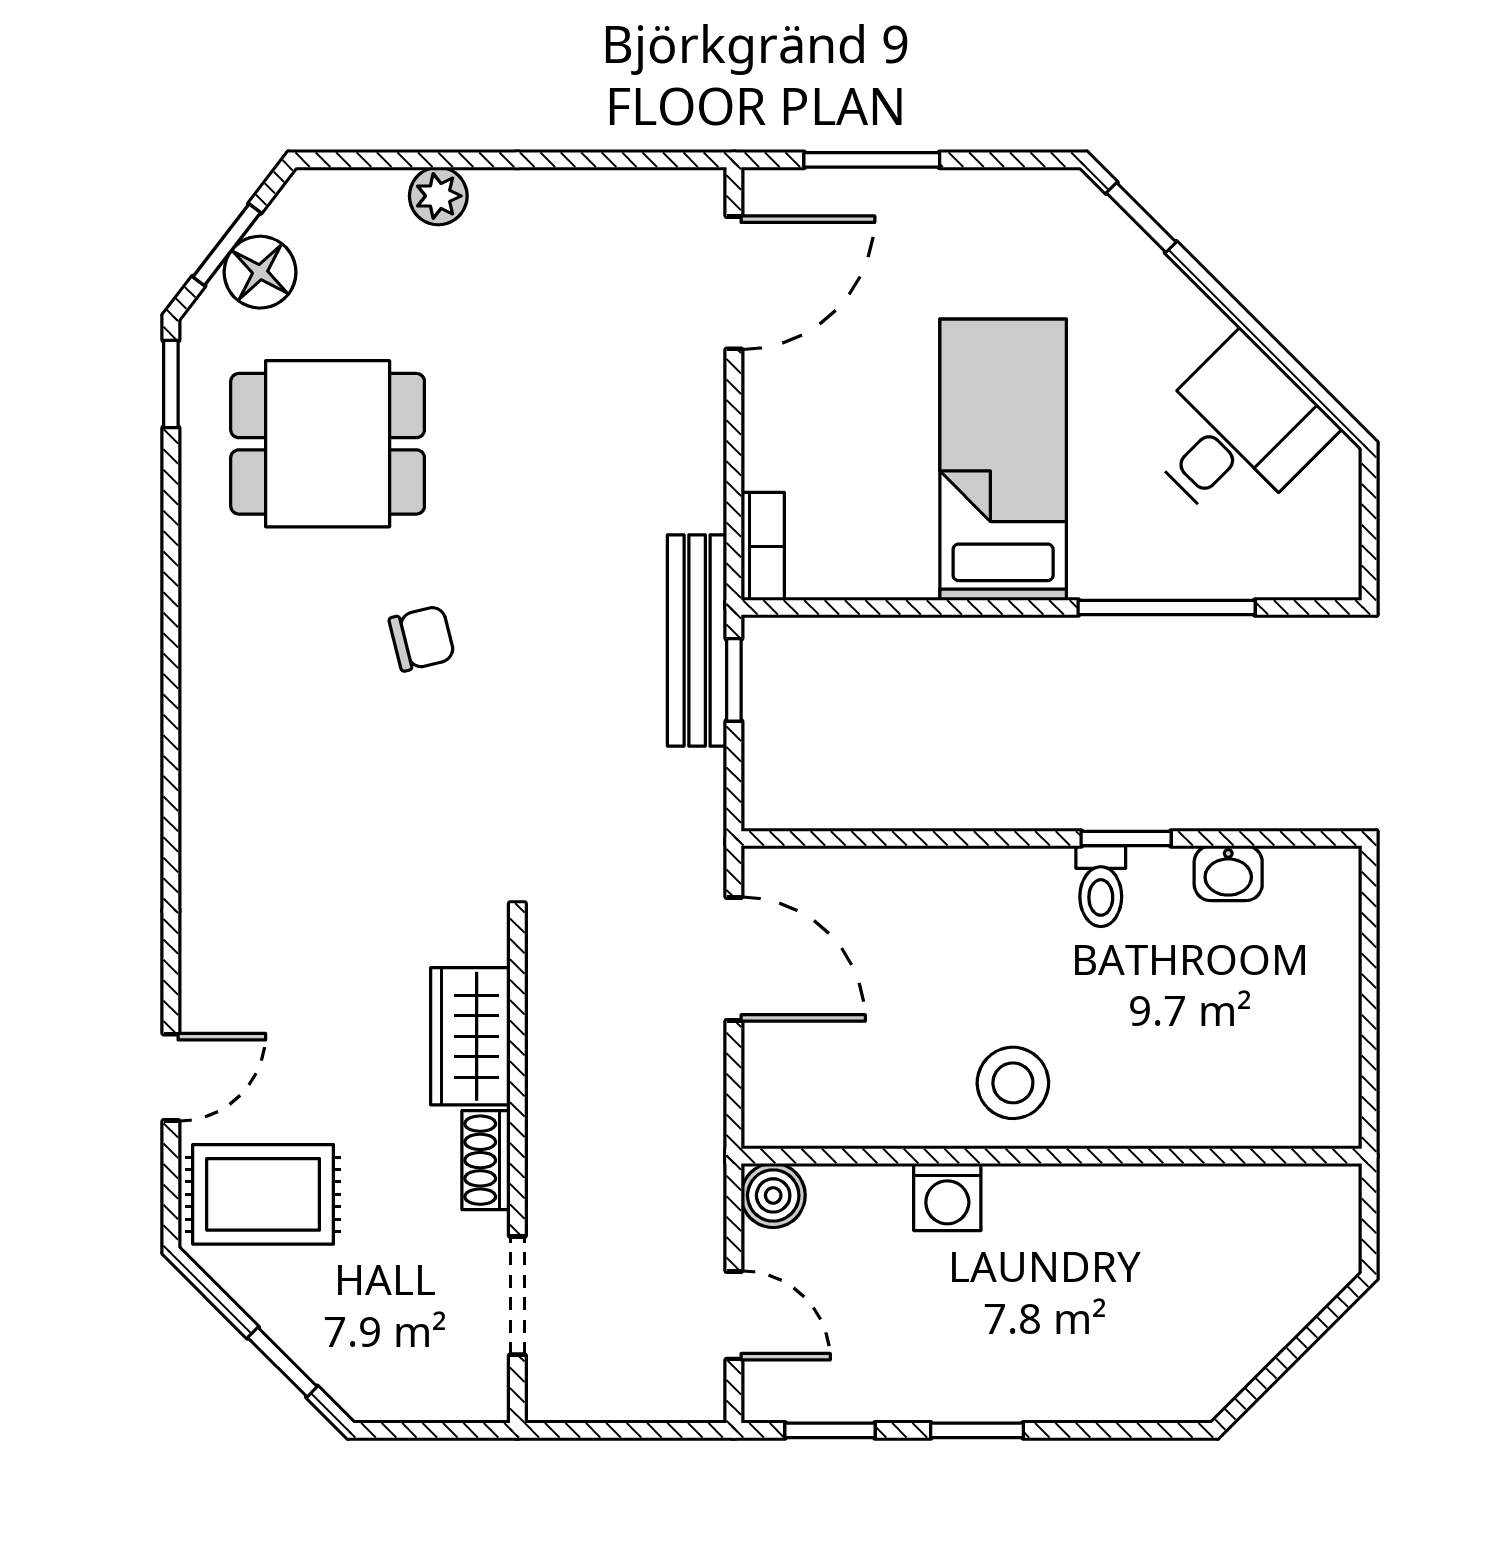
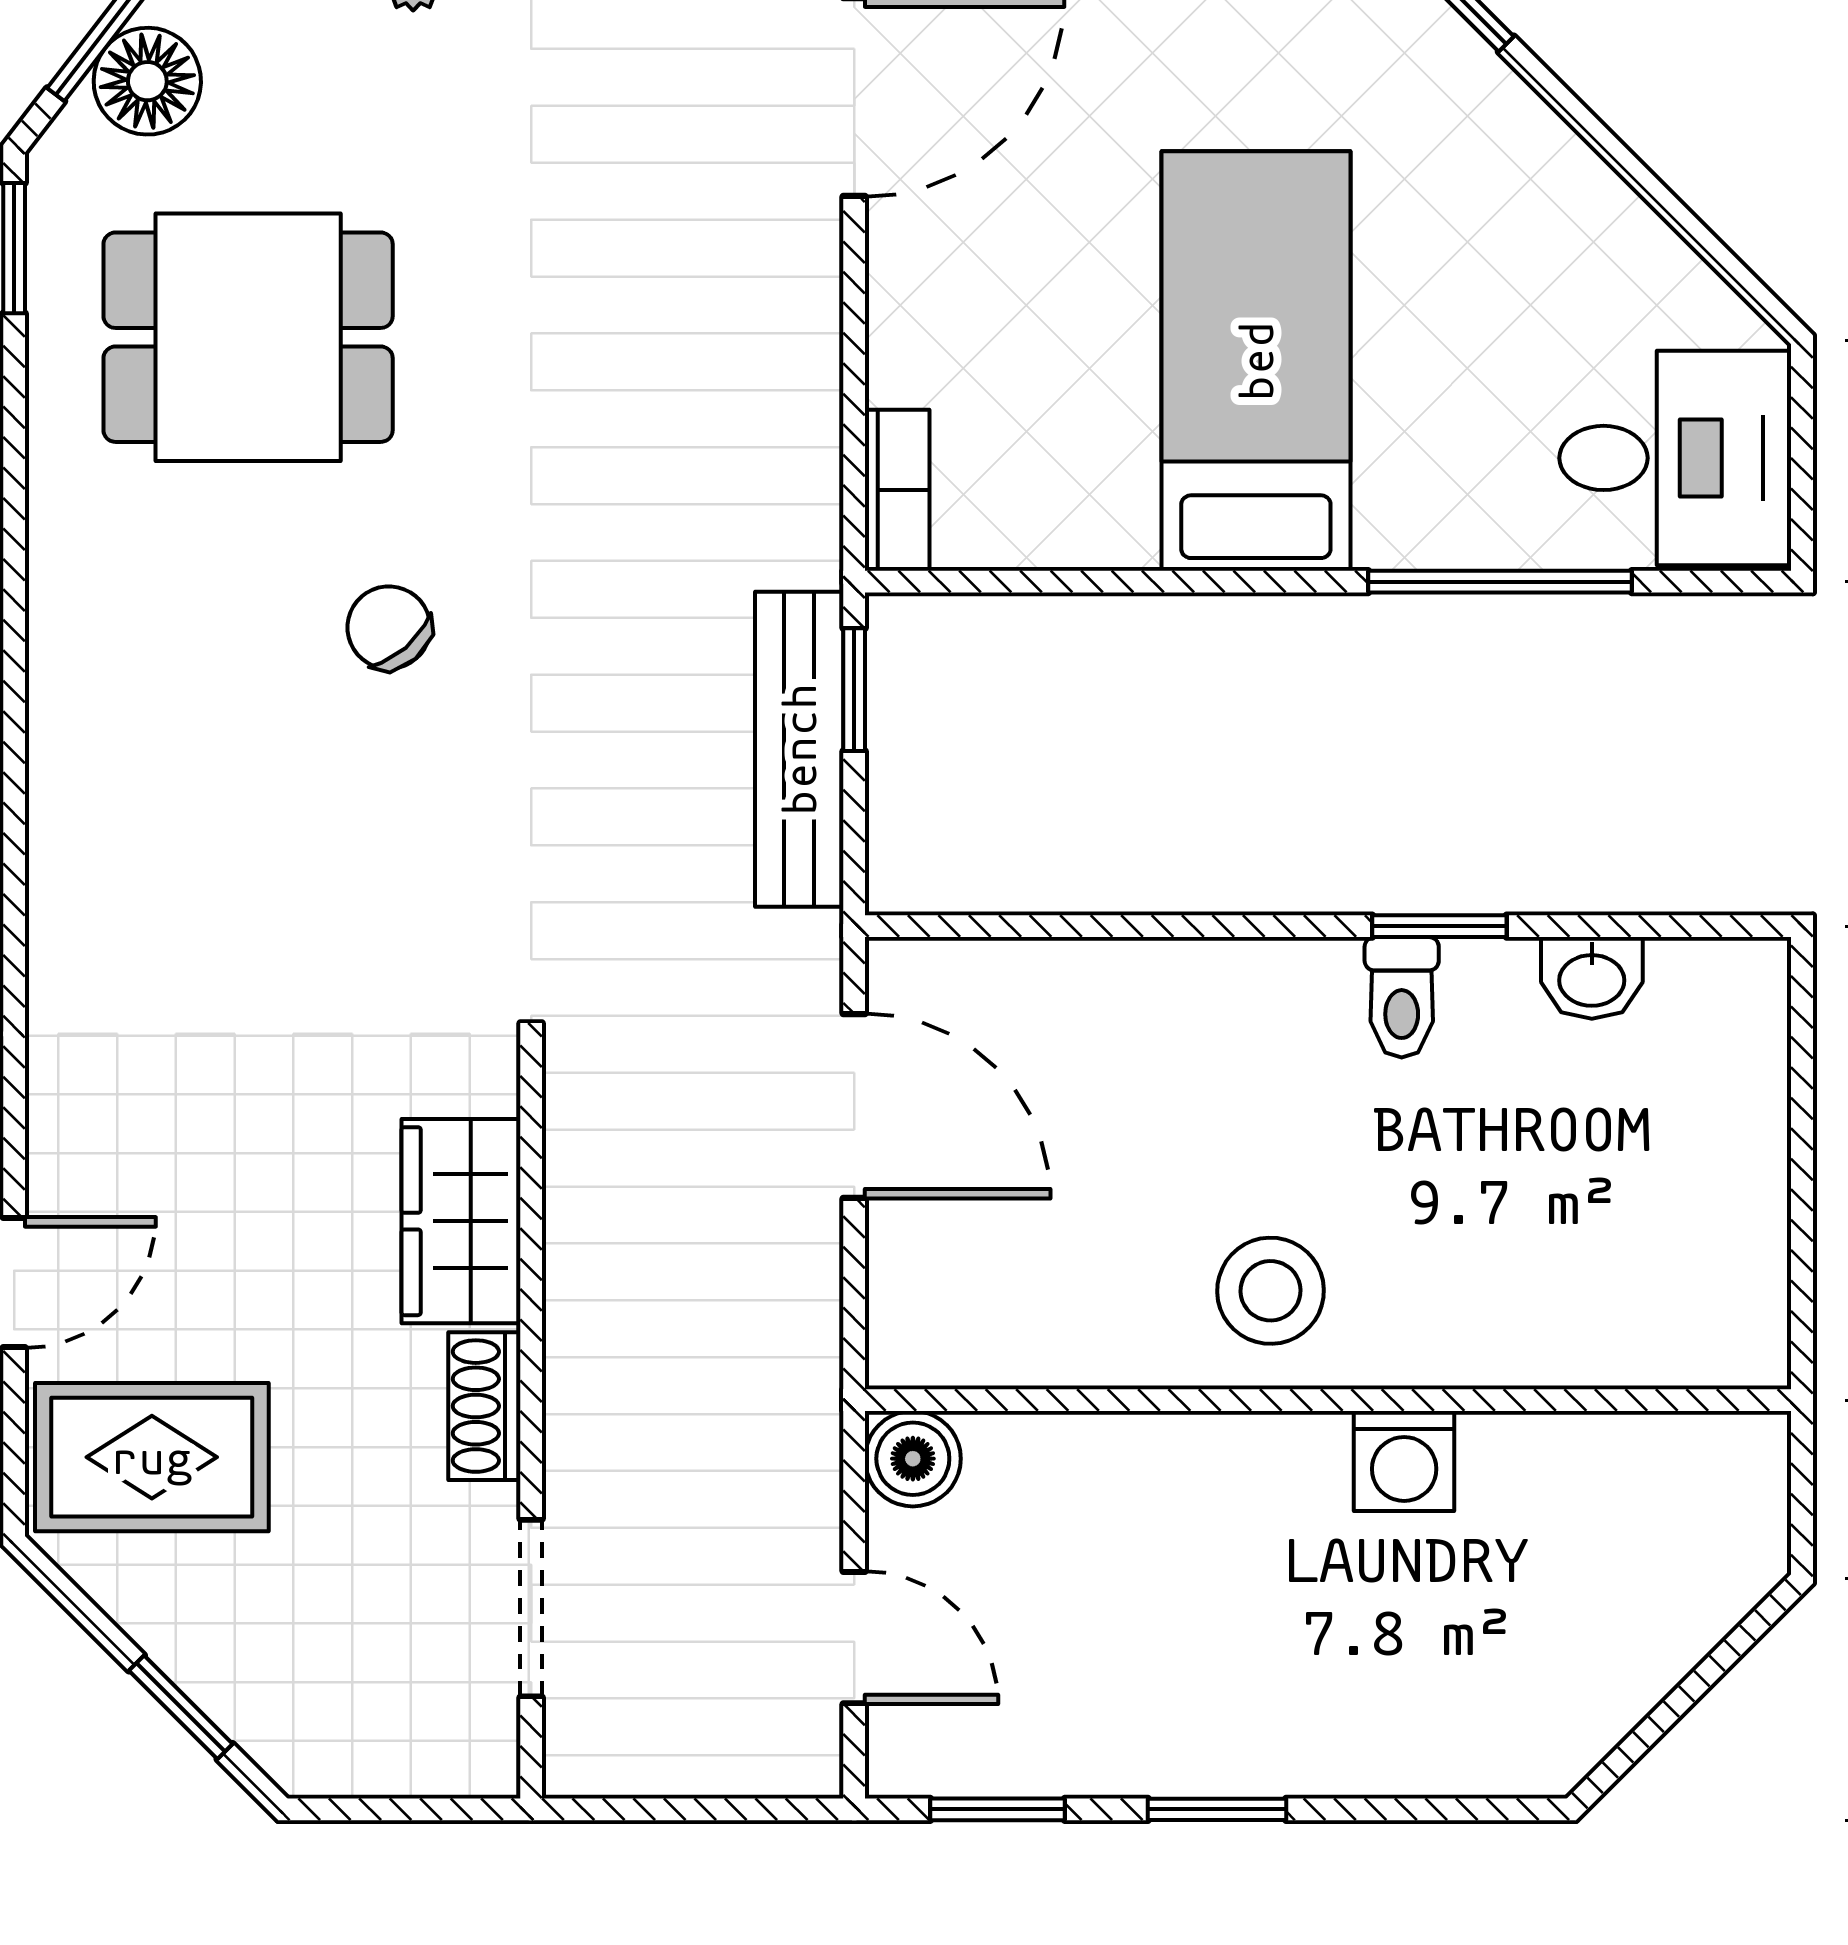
desk: (1236, 433) -> (1675, 458), moved, turned 45
chair: (422, 638) -> (389, 628), turned -117
bench: (697, 640) -> (799, 749), moved
washing machine: (947, 1197) -> (1404, 1461), moved

